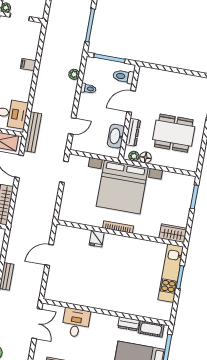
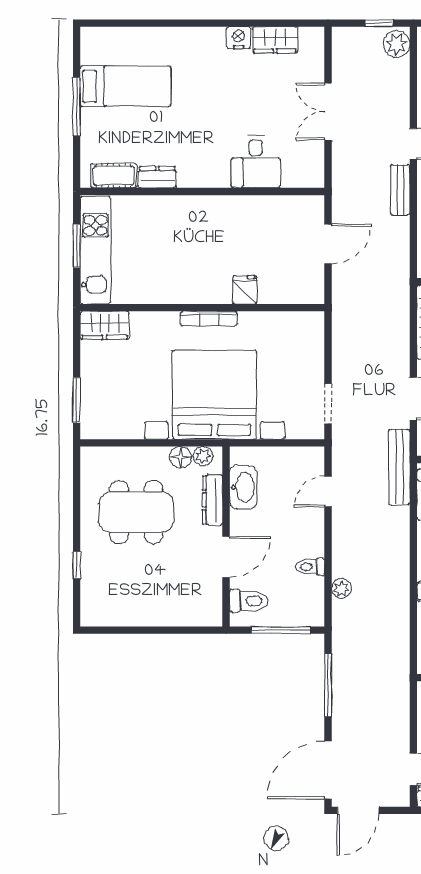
wall: (106, 312) -> (202, 192), moved
desk: (76, 323) -> (256, 162), moved
dresser: (128, 324) -> (157, 177), moved
cot: (151, 329) -> (114, 176), moved

